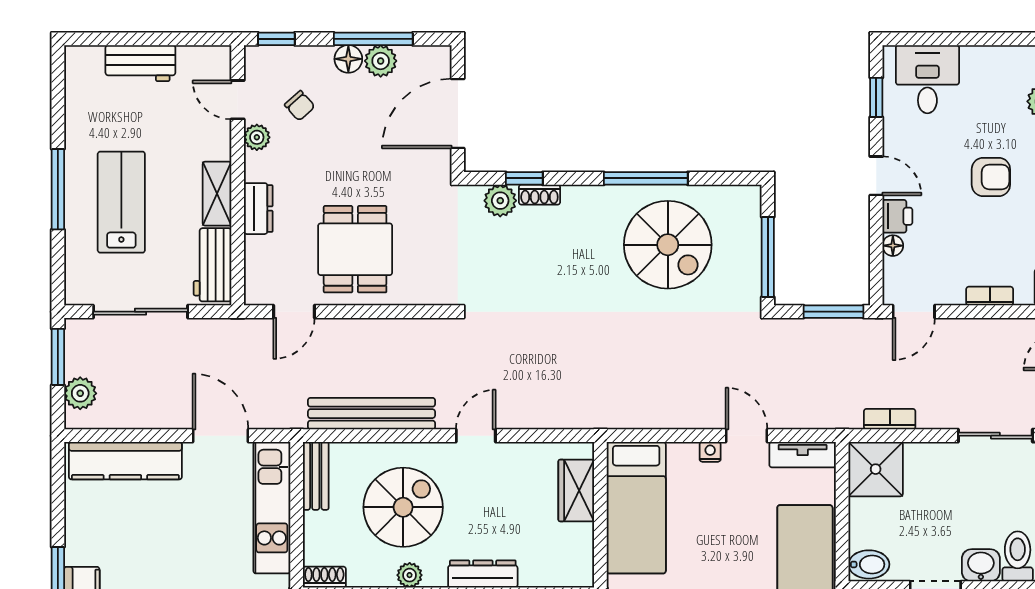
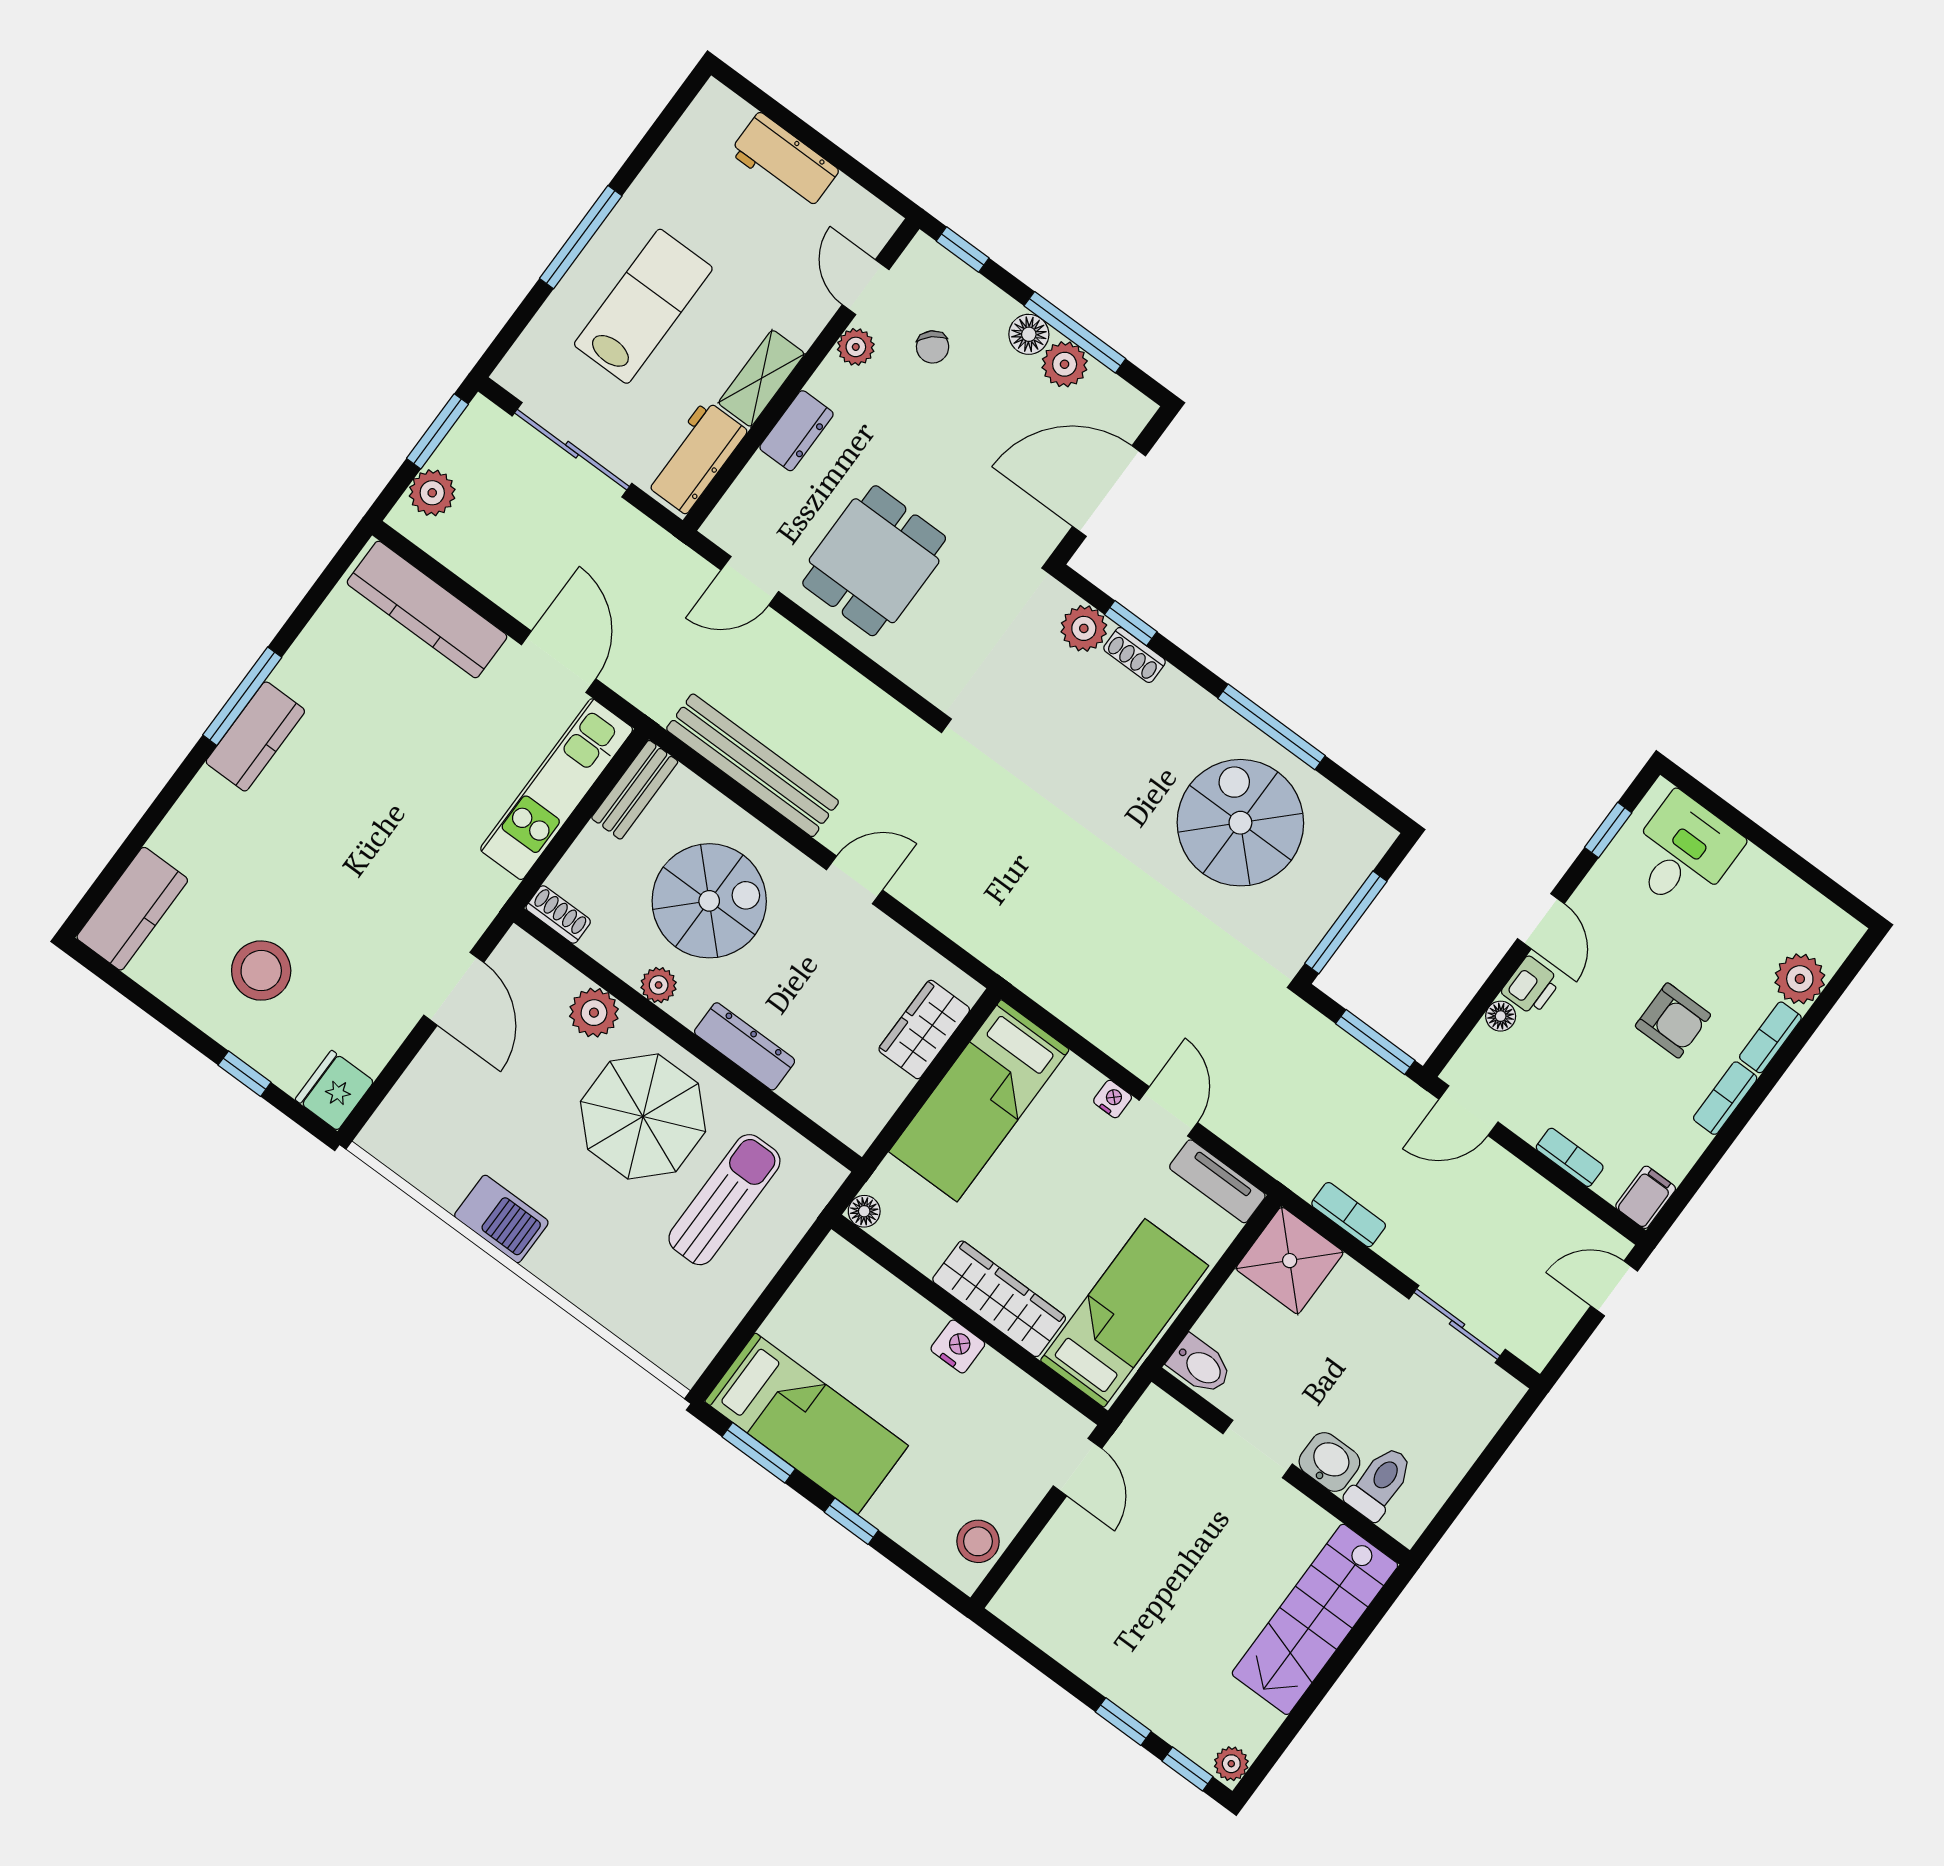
spiral stairs: (668, 245) -> (1240, 823), turned 180

